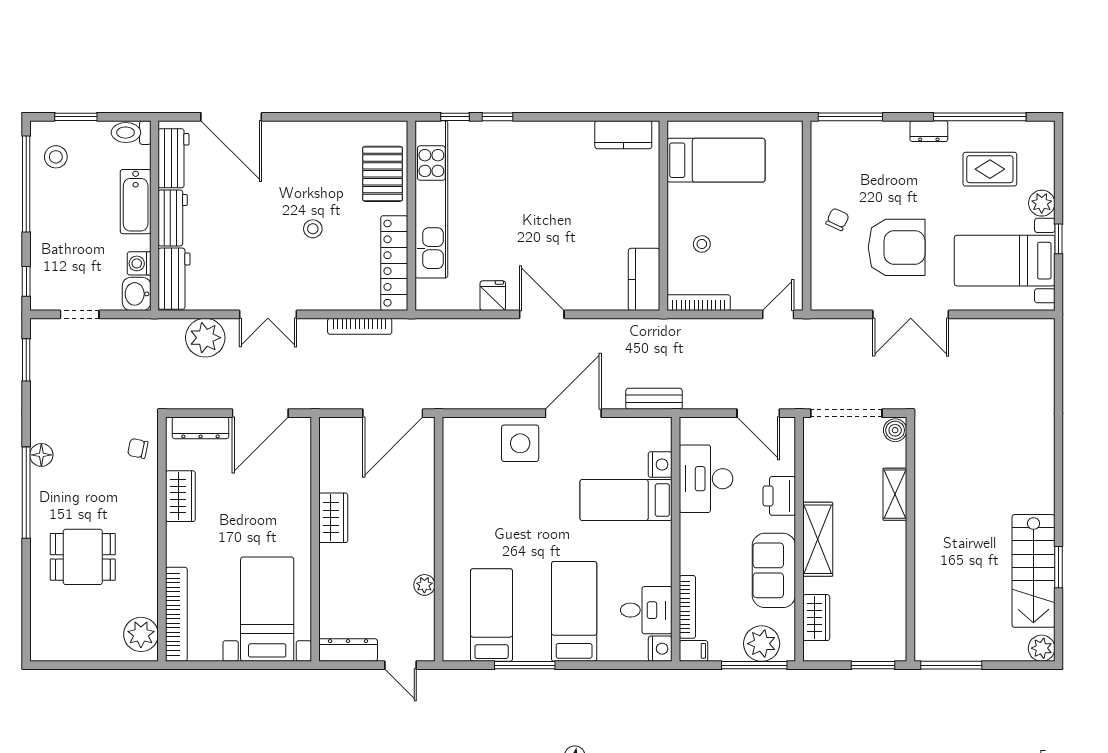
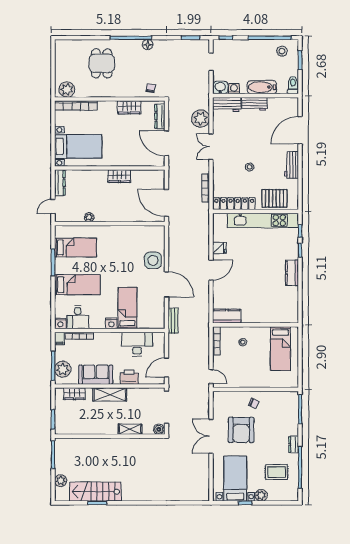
kitchen counter: (623, 135) -> (292, 273), moved
workbench: (174, 158) -> (291, 165), moved, turned 90
rug: (990, 169) -> (276, 472), turned 90
nightstand: (660, 464) -> (111, 323), moved
plant: (1042, 648) -> (61, 481), moved

